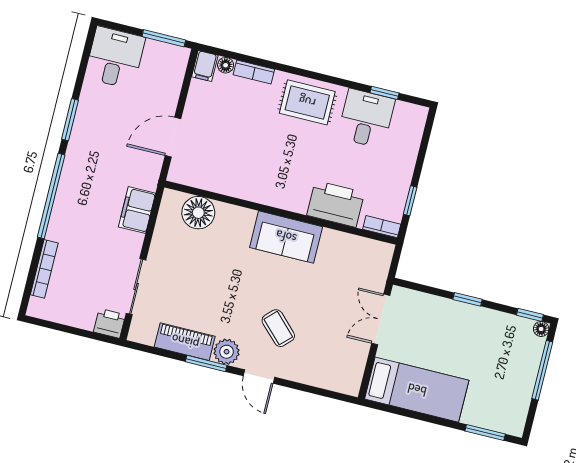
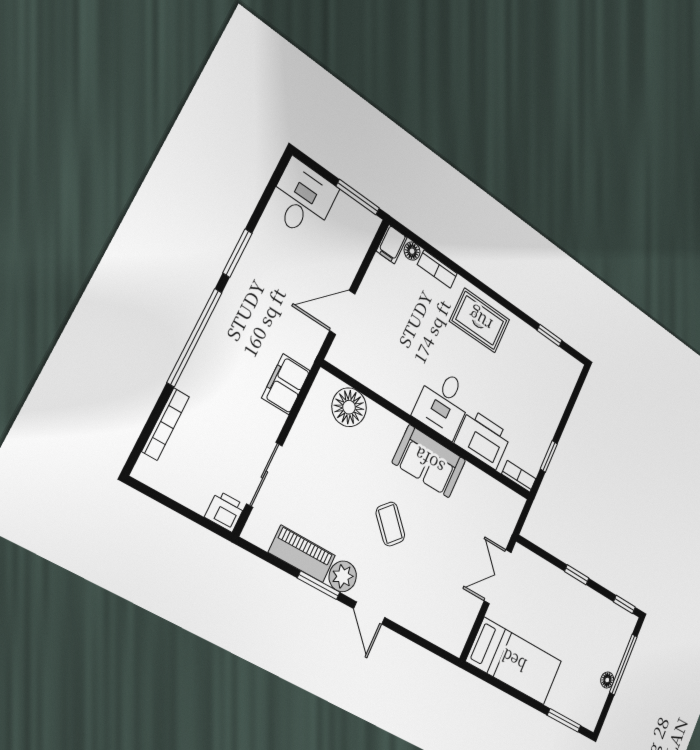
desk: (366, 118) -> (443, 403), moved, turned 180
coffee table: (278, 328) -> (390, 524), moved
floor lamp: (541, 329) -> (607, 680), moved

